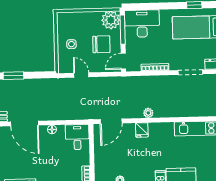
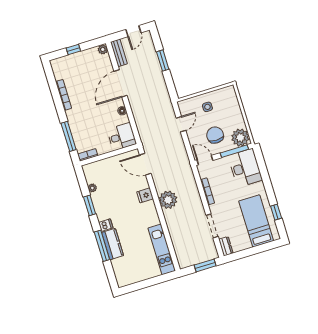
chair: (101, 44) -> (215, 135), turned 180
plant: (148, 113) -> (168, 200), width x1.87, depth x1.87

